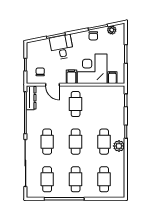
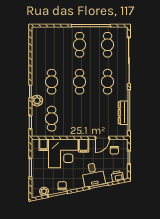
printer: (37, 46) -> (117, 176), added
door: (52, 85) -> (102, 138), swing flipped
dresser: (31, 98) -> (123, 113), moved
cafe table: (76, 104) -> (52, 119), moved
plant: (119, 146) -> (37, 101), moved
cafe table: (104, 179) -> (52, 45), removed

